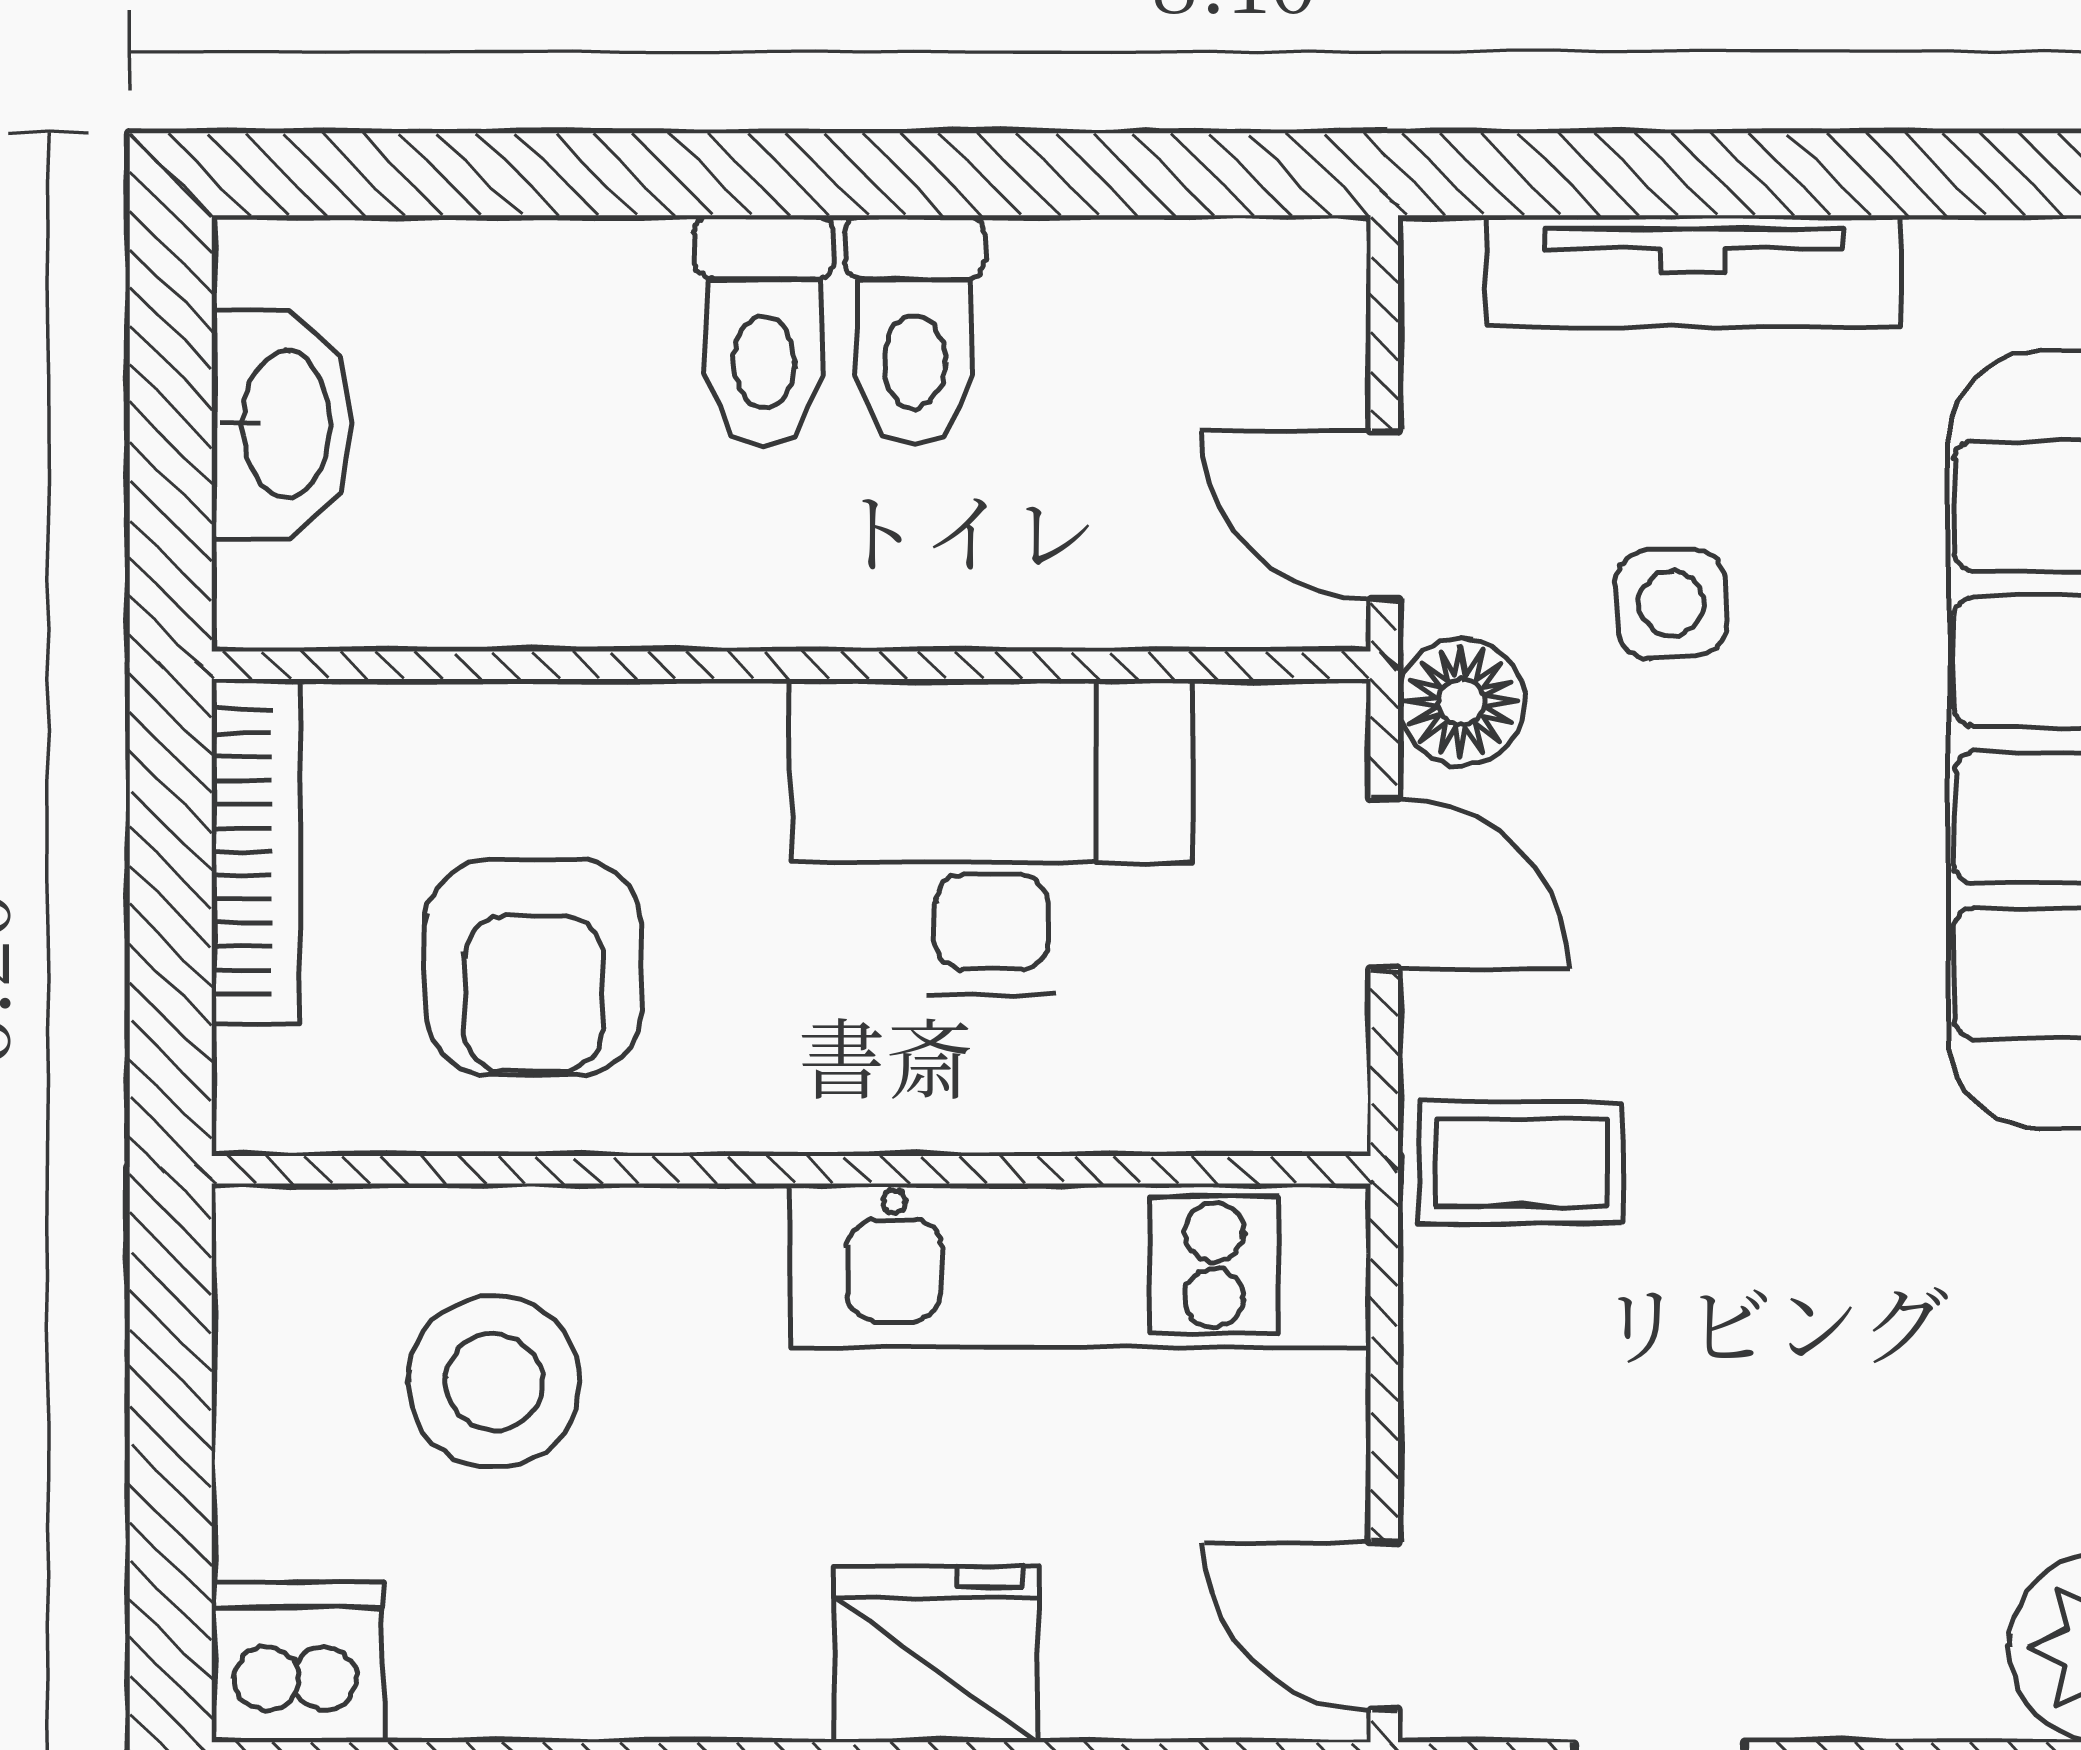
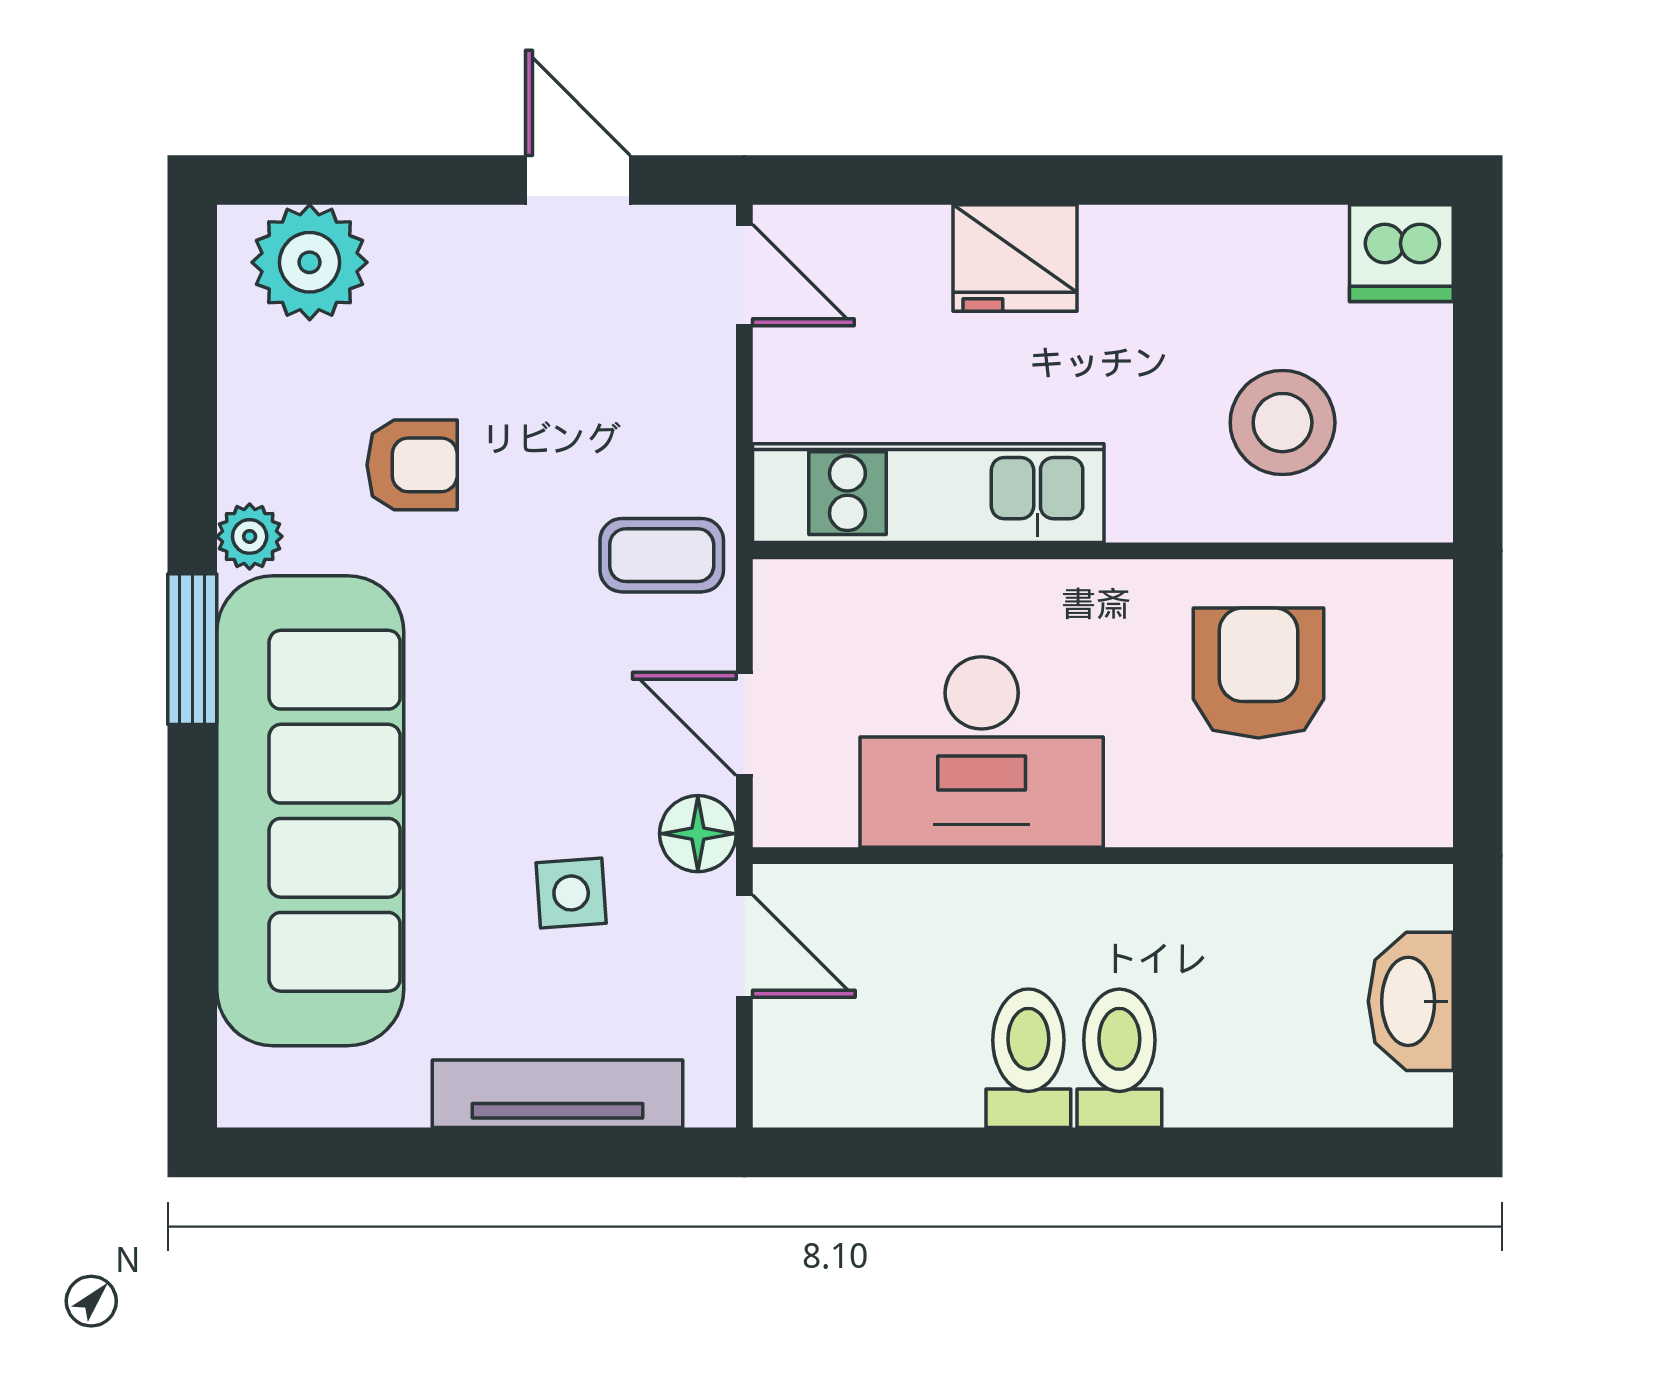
bookcase: (256, 852) -> (1426, 743), removed
armchair: (1934, 1312) -> (412, 465), added

